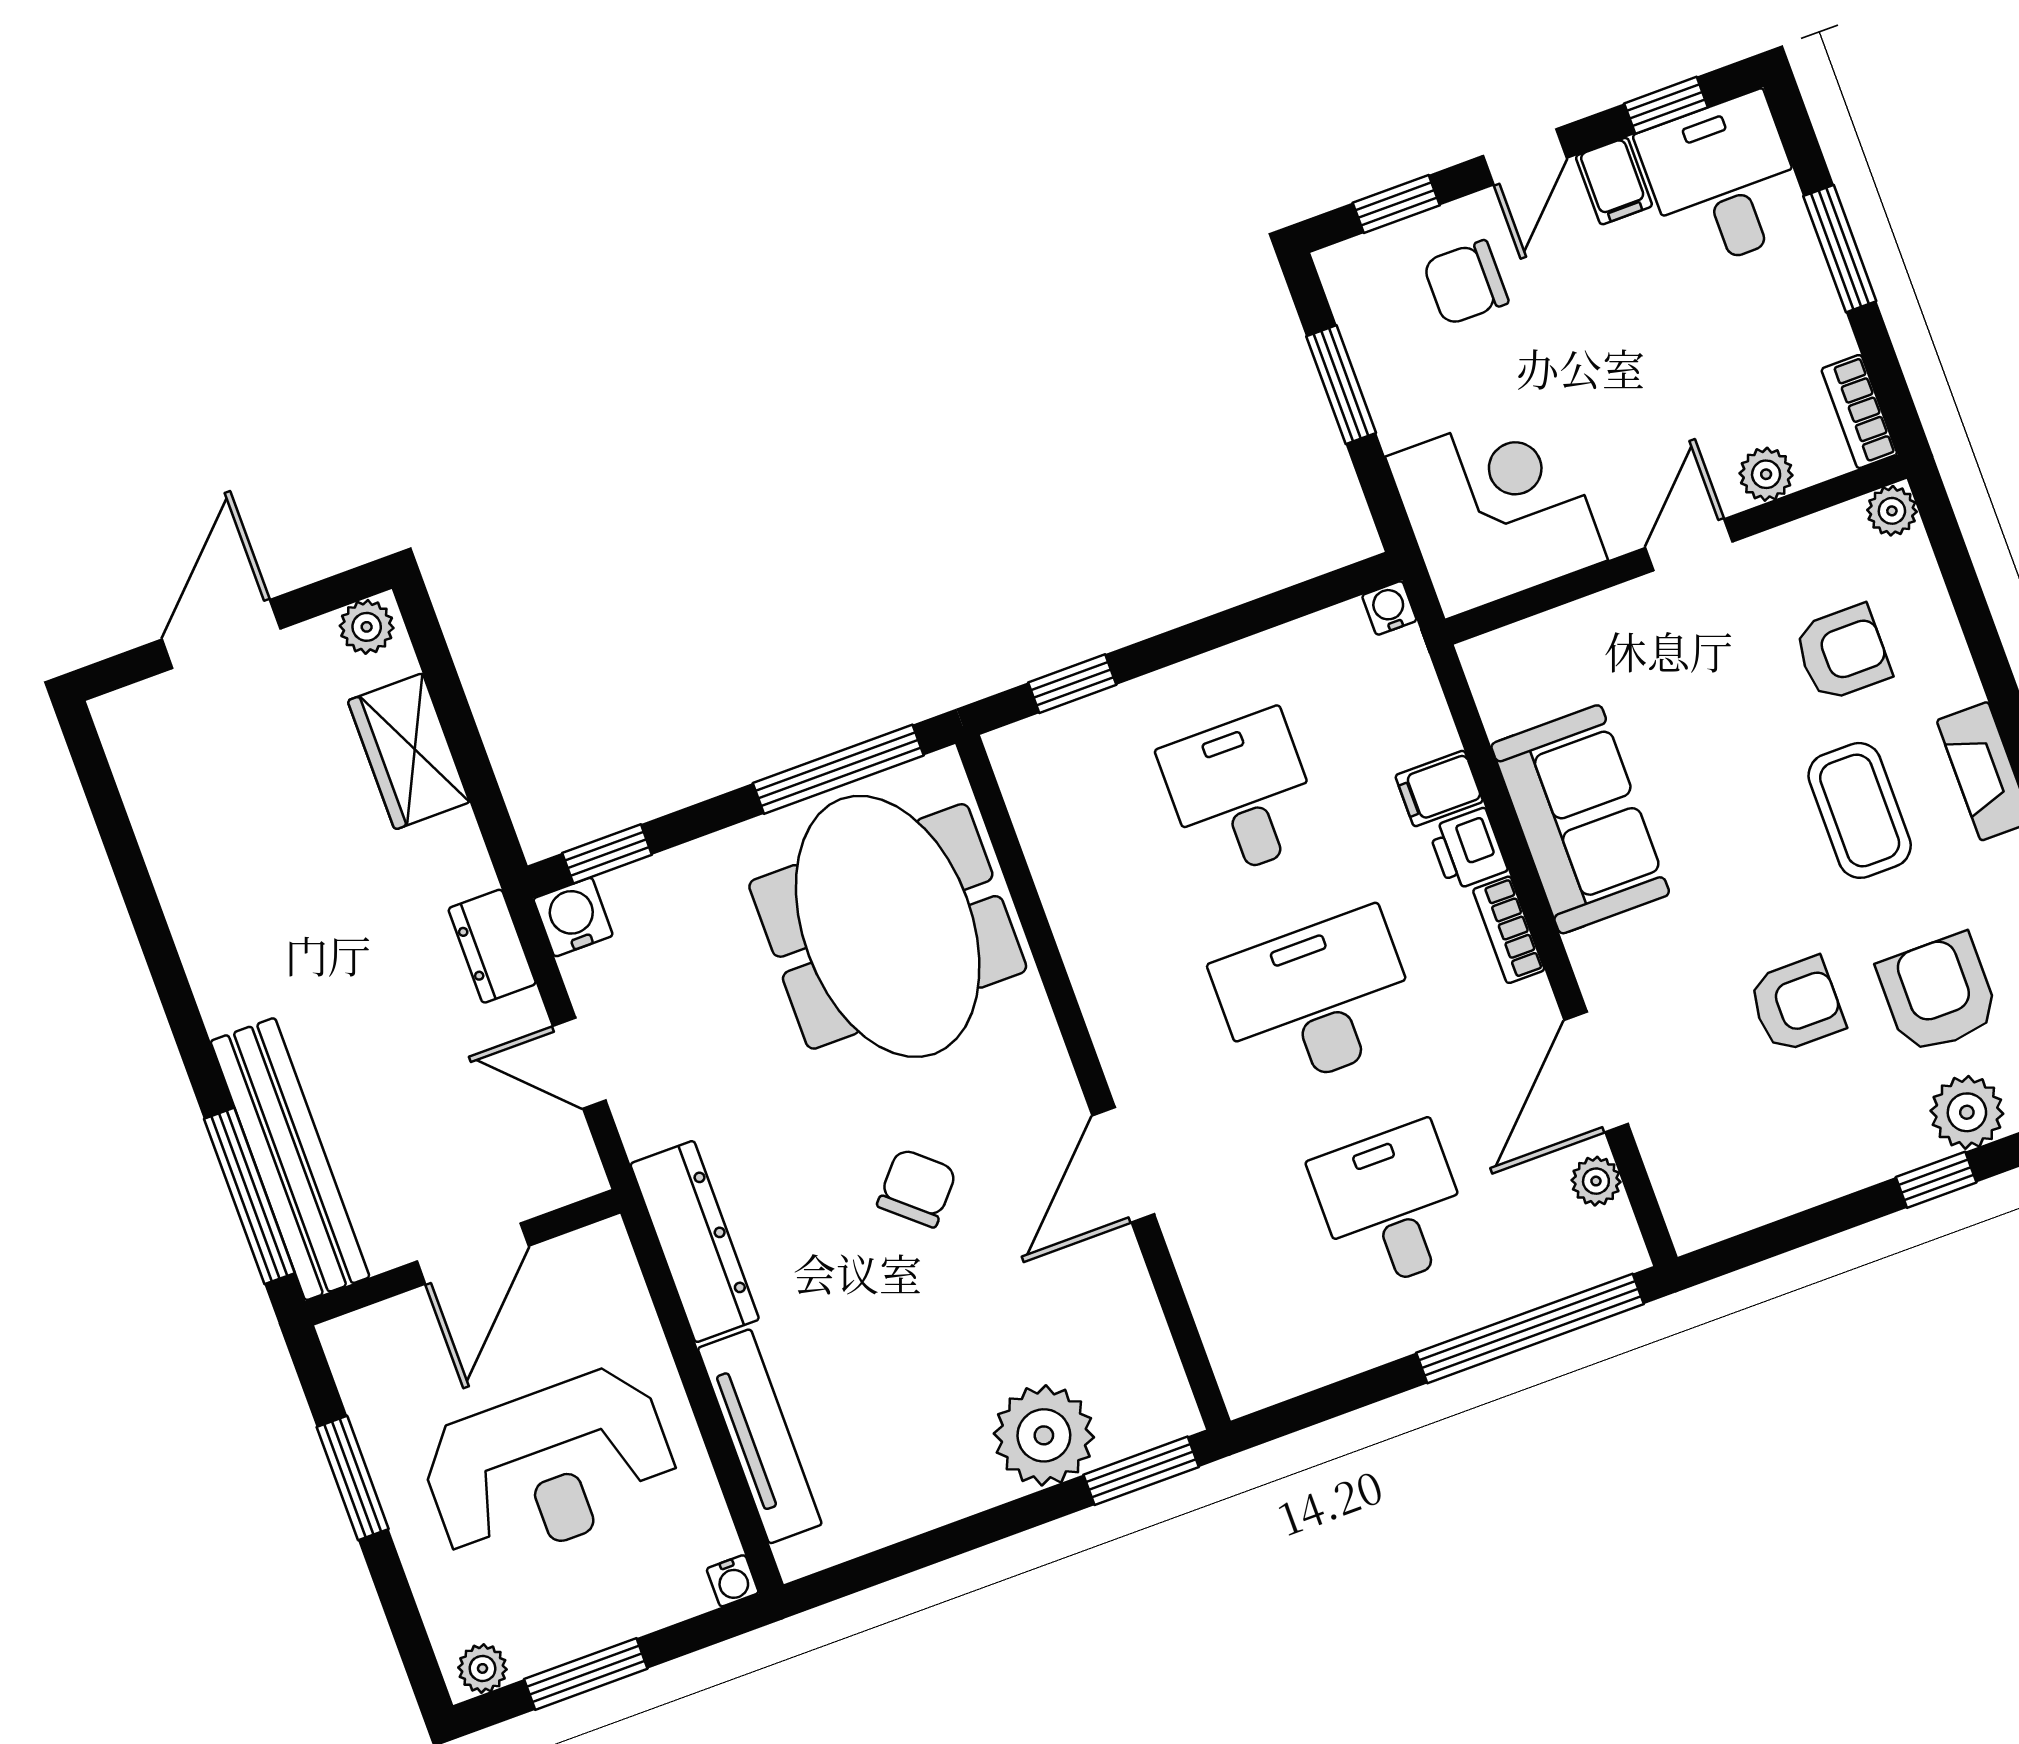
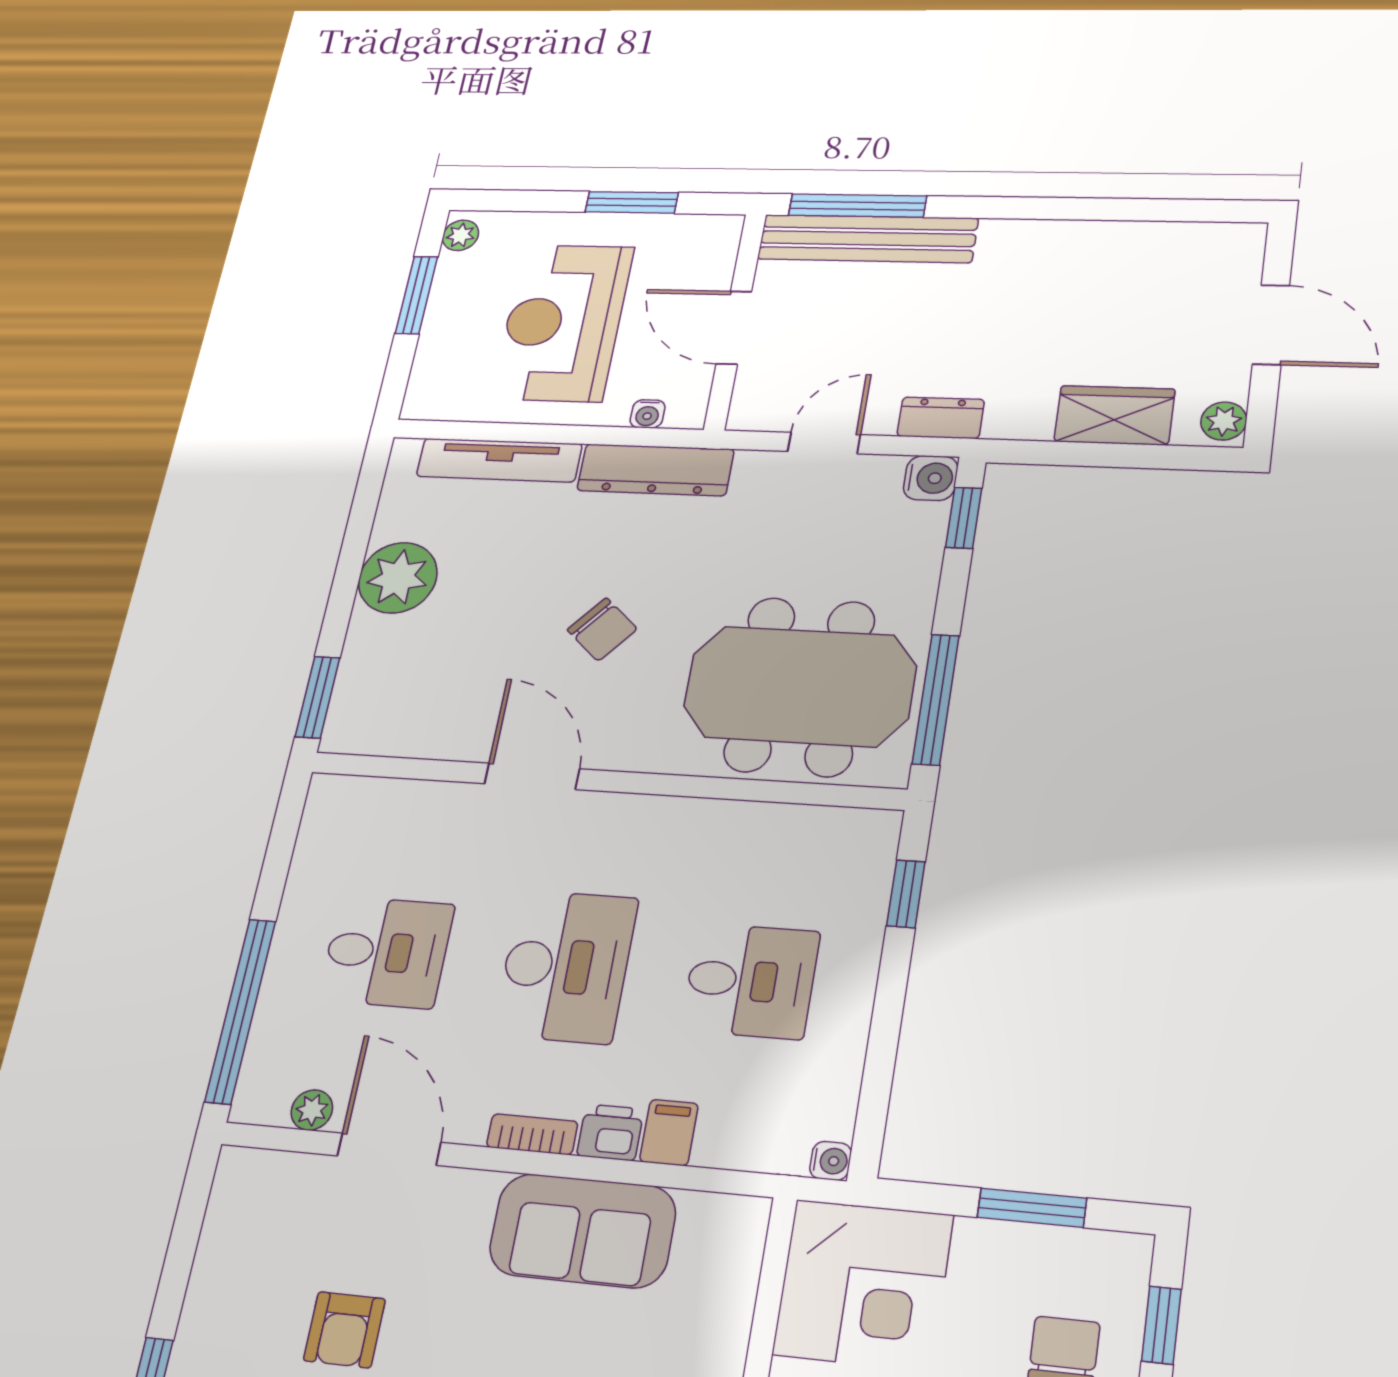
plant: (1044, 1435) -> (398, 578), moved
water cooler: (733, 1581) -> (648, 414), moved, turned -90

